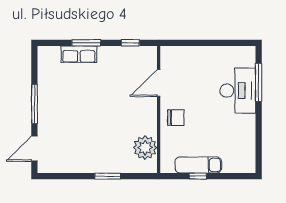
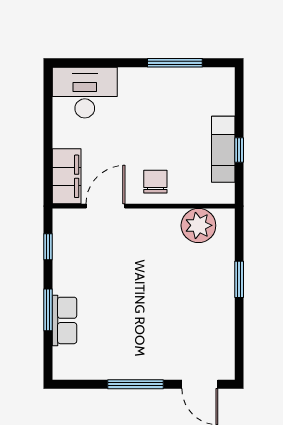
filing cabinet: (179, 56) -> (67, 176), added
window: (259, 82) -> (175, 63), moved
door: (159, 83) -> (105, 206), swing flipped
desk: (238, 91) -> (85, 93), moved

